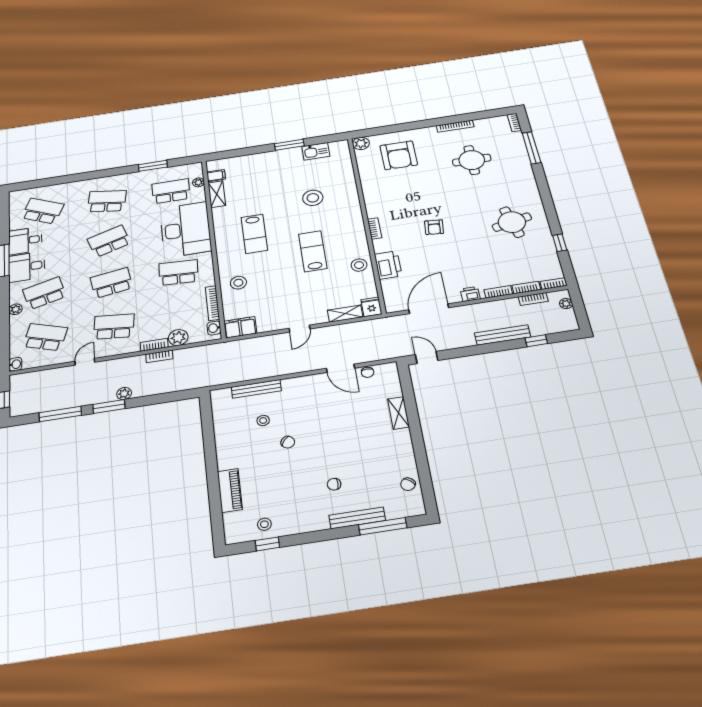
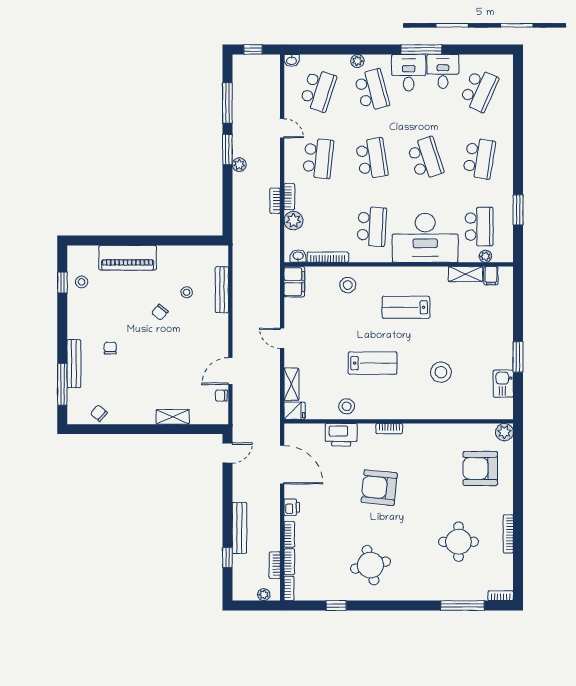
armchair: (434, 227) -> (379, 488), width x1.88, depth x1.88
piano: (230, 490) -> (128, 258), width x1.37, depth x1.33

